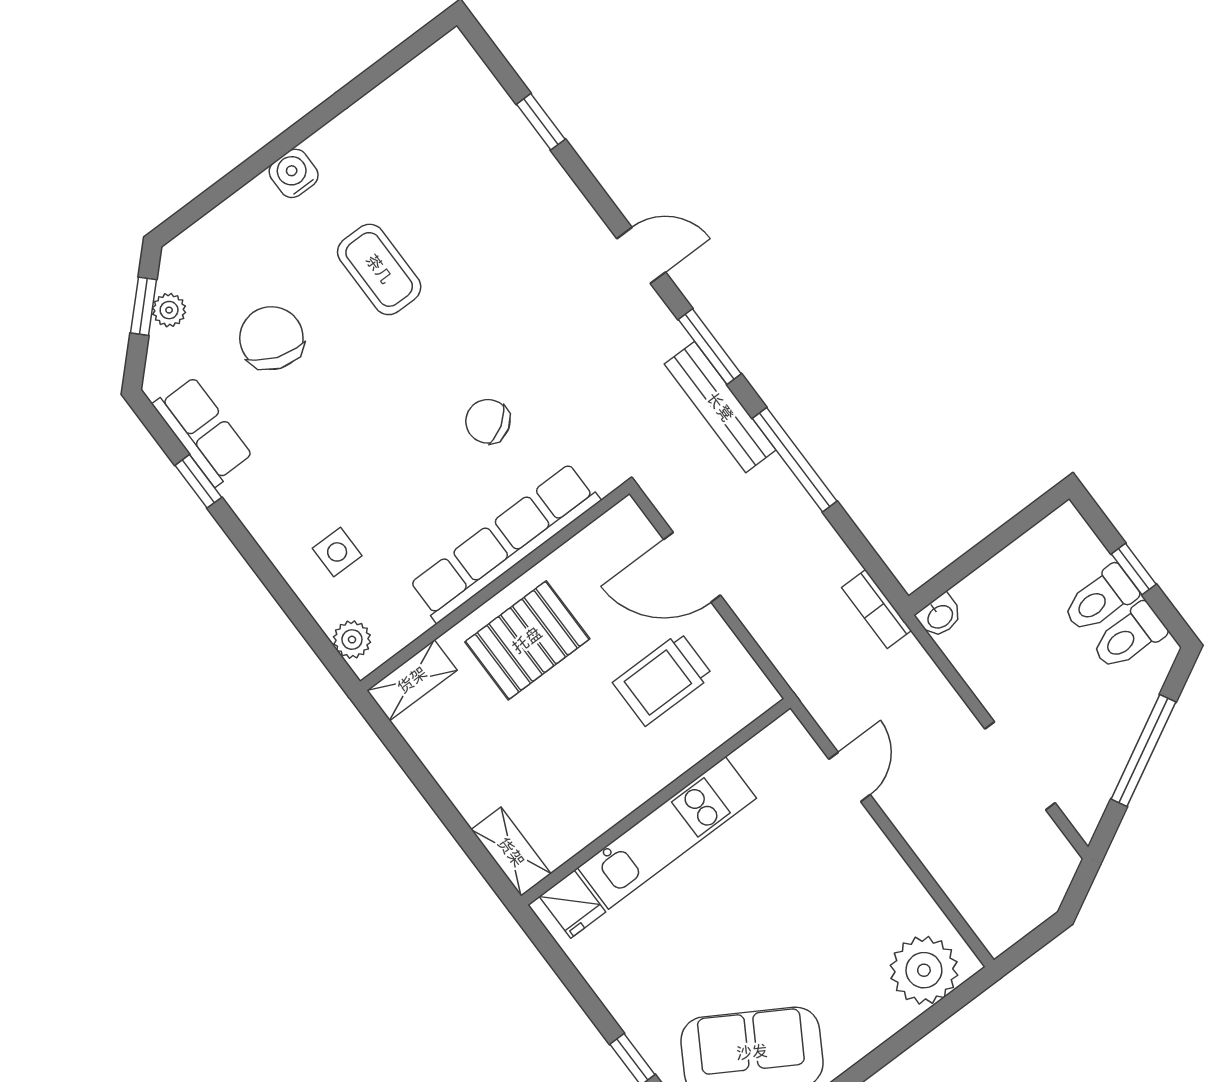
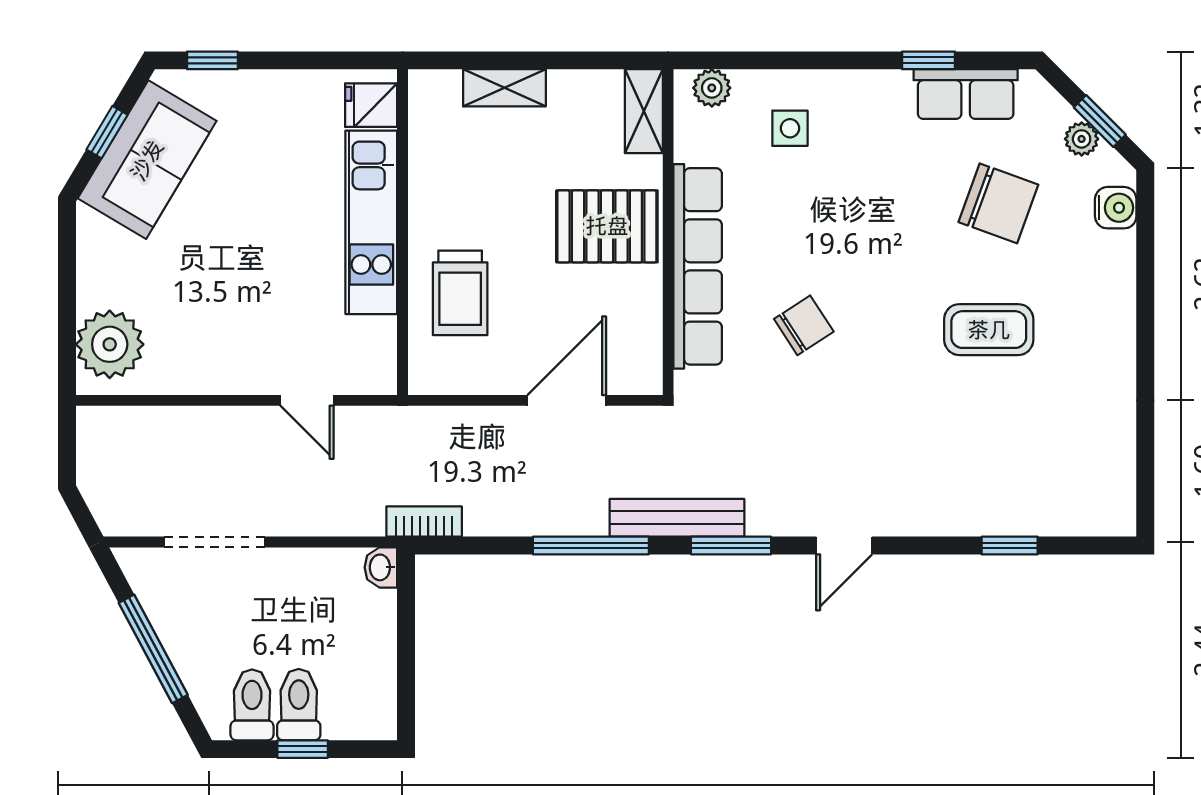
water cooler: (294, 173) -> (1116, 208), moved
pallet: (527, 640) -> (607, 226), turned 90
trolley: (663, 679) -> (460, 293), moved, turned 180
shelving: (511, 852) -> (504, 88), moved

